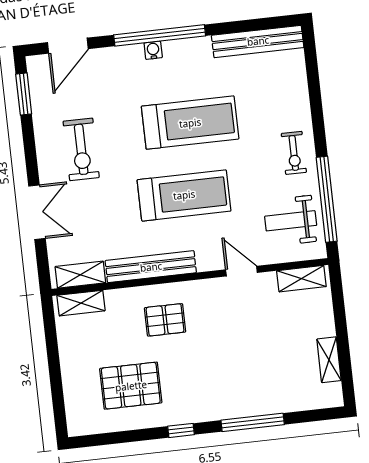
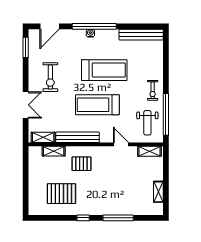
treadmill: (184, 195) -> (97, 105), turned 180
weight bench: (291, 221) -> (147, 123), turned -90
shelving: (81, 303) -> (54, 151), moved

